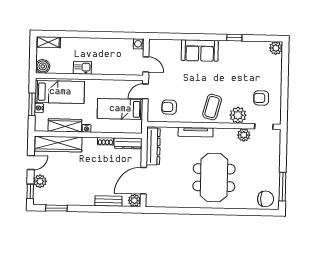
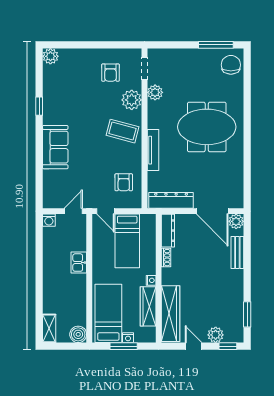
kitchen sink: (82, 68) -> (79, 263), moved

